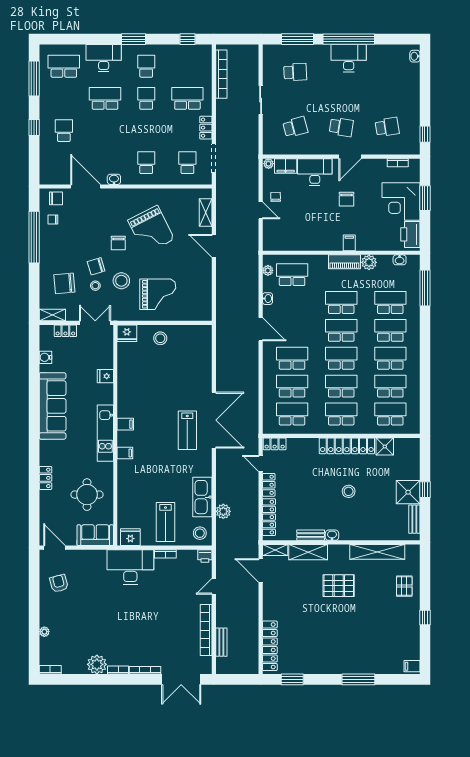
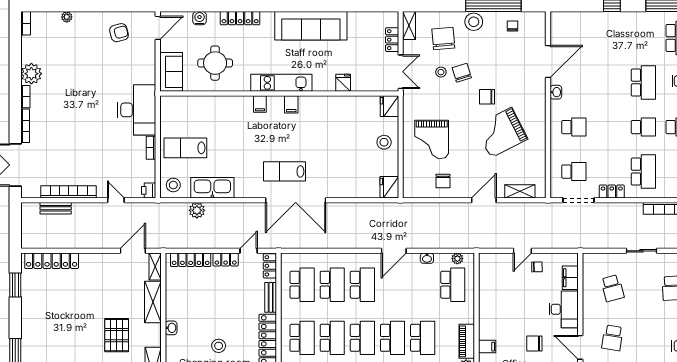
school desk: (64, 131) -> (609, 38), removed
plant: (268, 164) -> (573, 259), removed
chair: (56, 198) -> (443, 181), moved
stool: (121, 281) -> (474, 22), moved
water cooler: (45, 357) -> (200, 18), moved
locker: (45, 478) -> (240, 18), width x1.53
bench: (311, 535) -> (271, 297), moved
fridge: (130, 537) -> (389, 187), moved, turned 180

